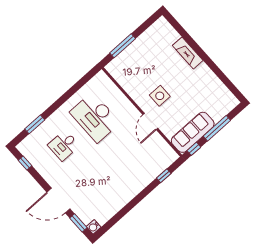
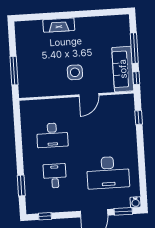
desk: (95, 117) -> (52, 135), width x0.73, depth x0.77
door: (150, 121) -> (89, 95), hinge flipped
desk: (64, 145) -> (55, 176), turned 180
desk: (100, 186) -> (108, 173), added

